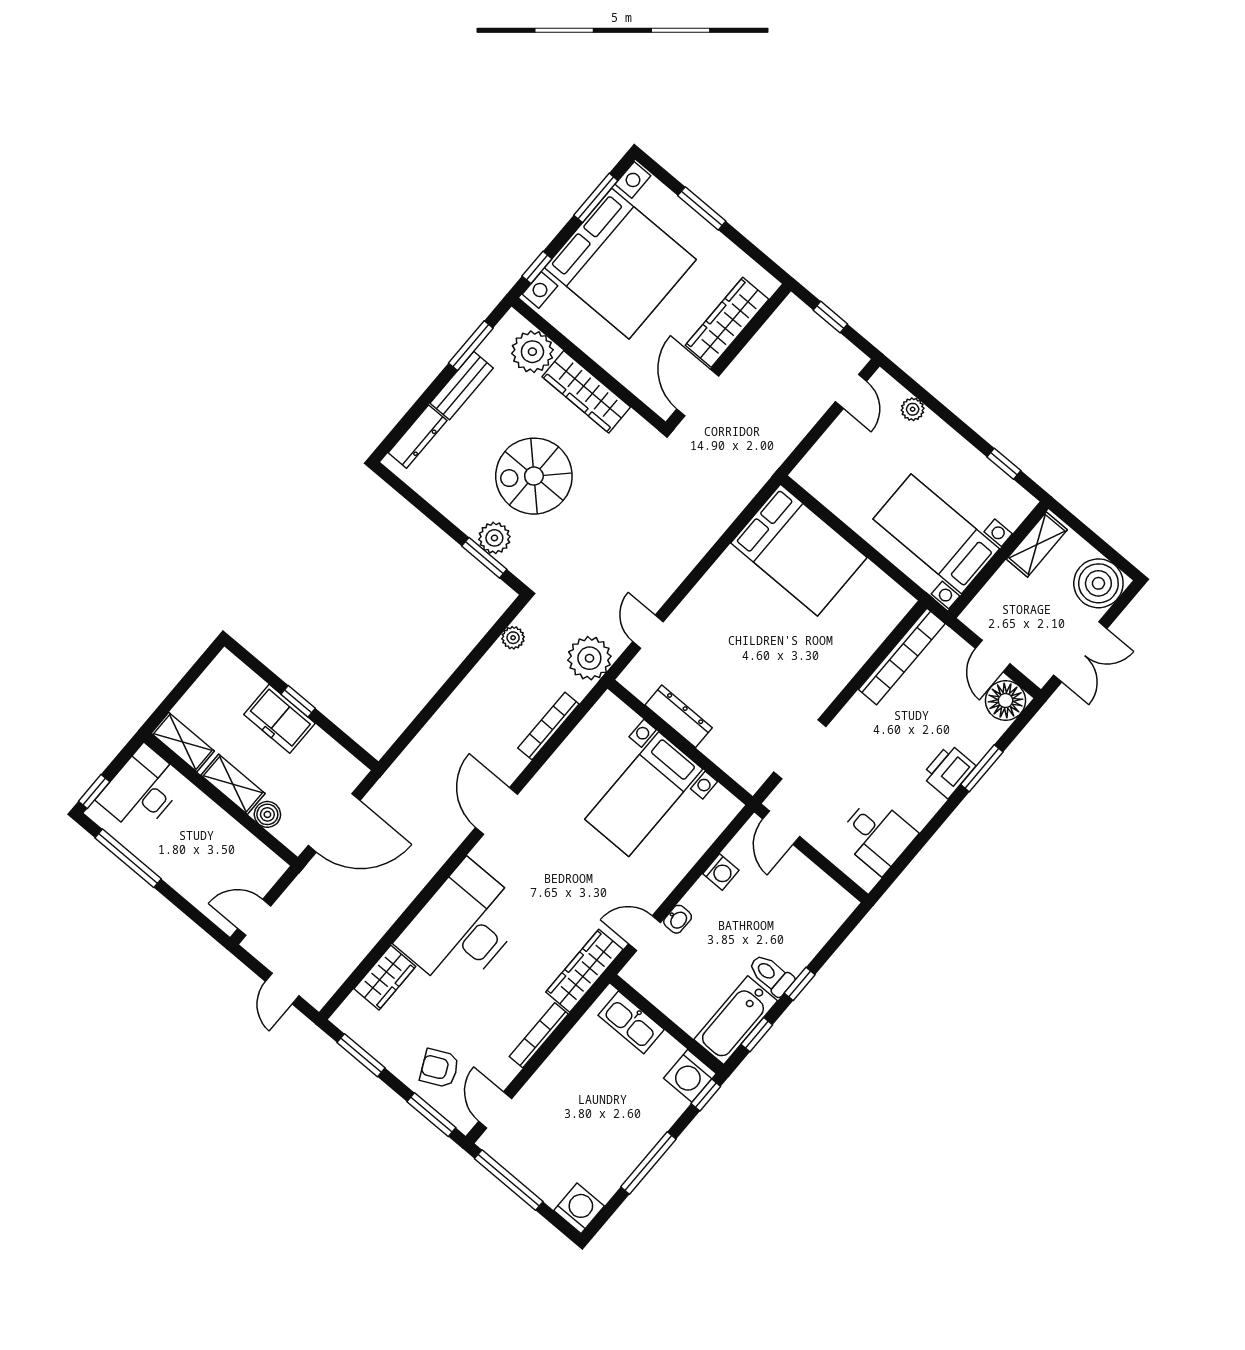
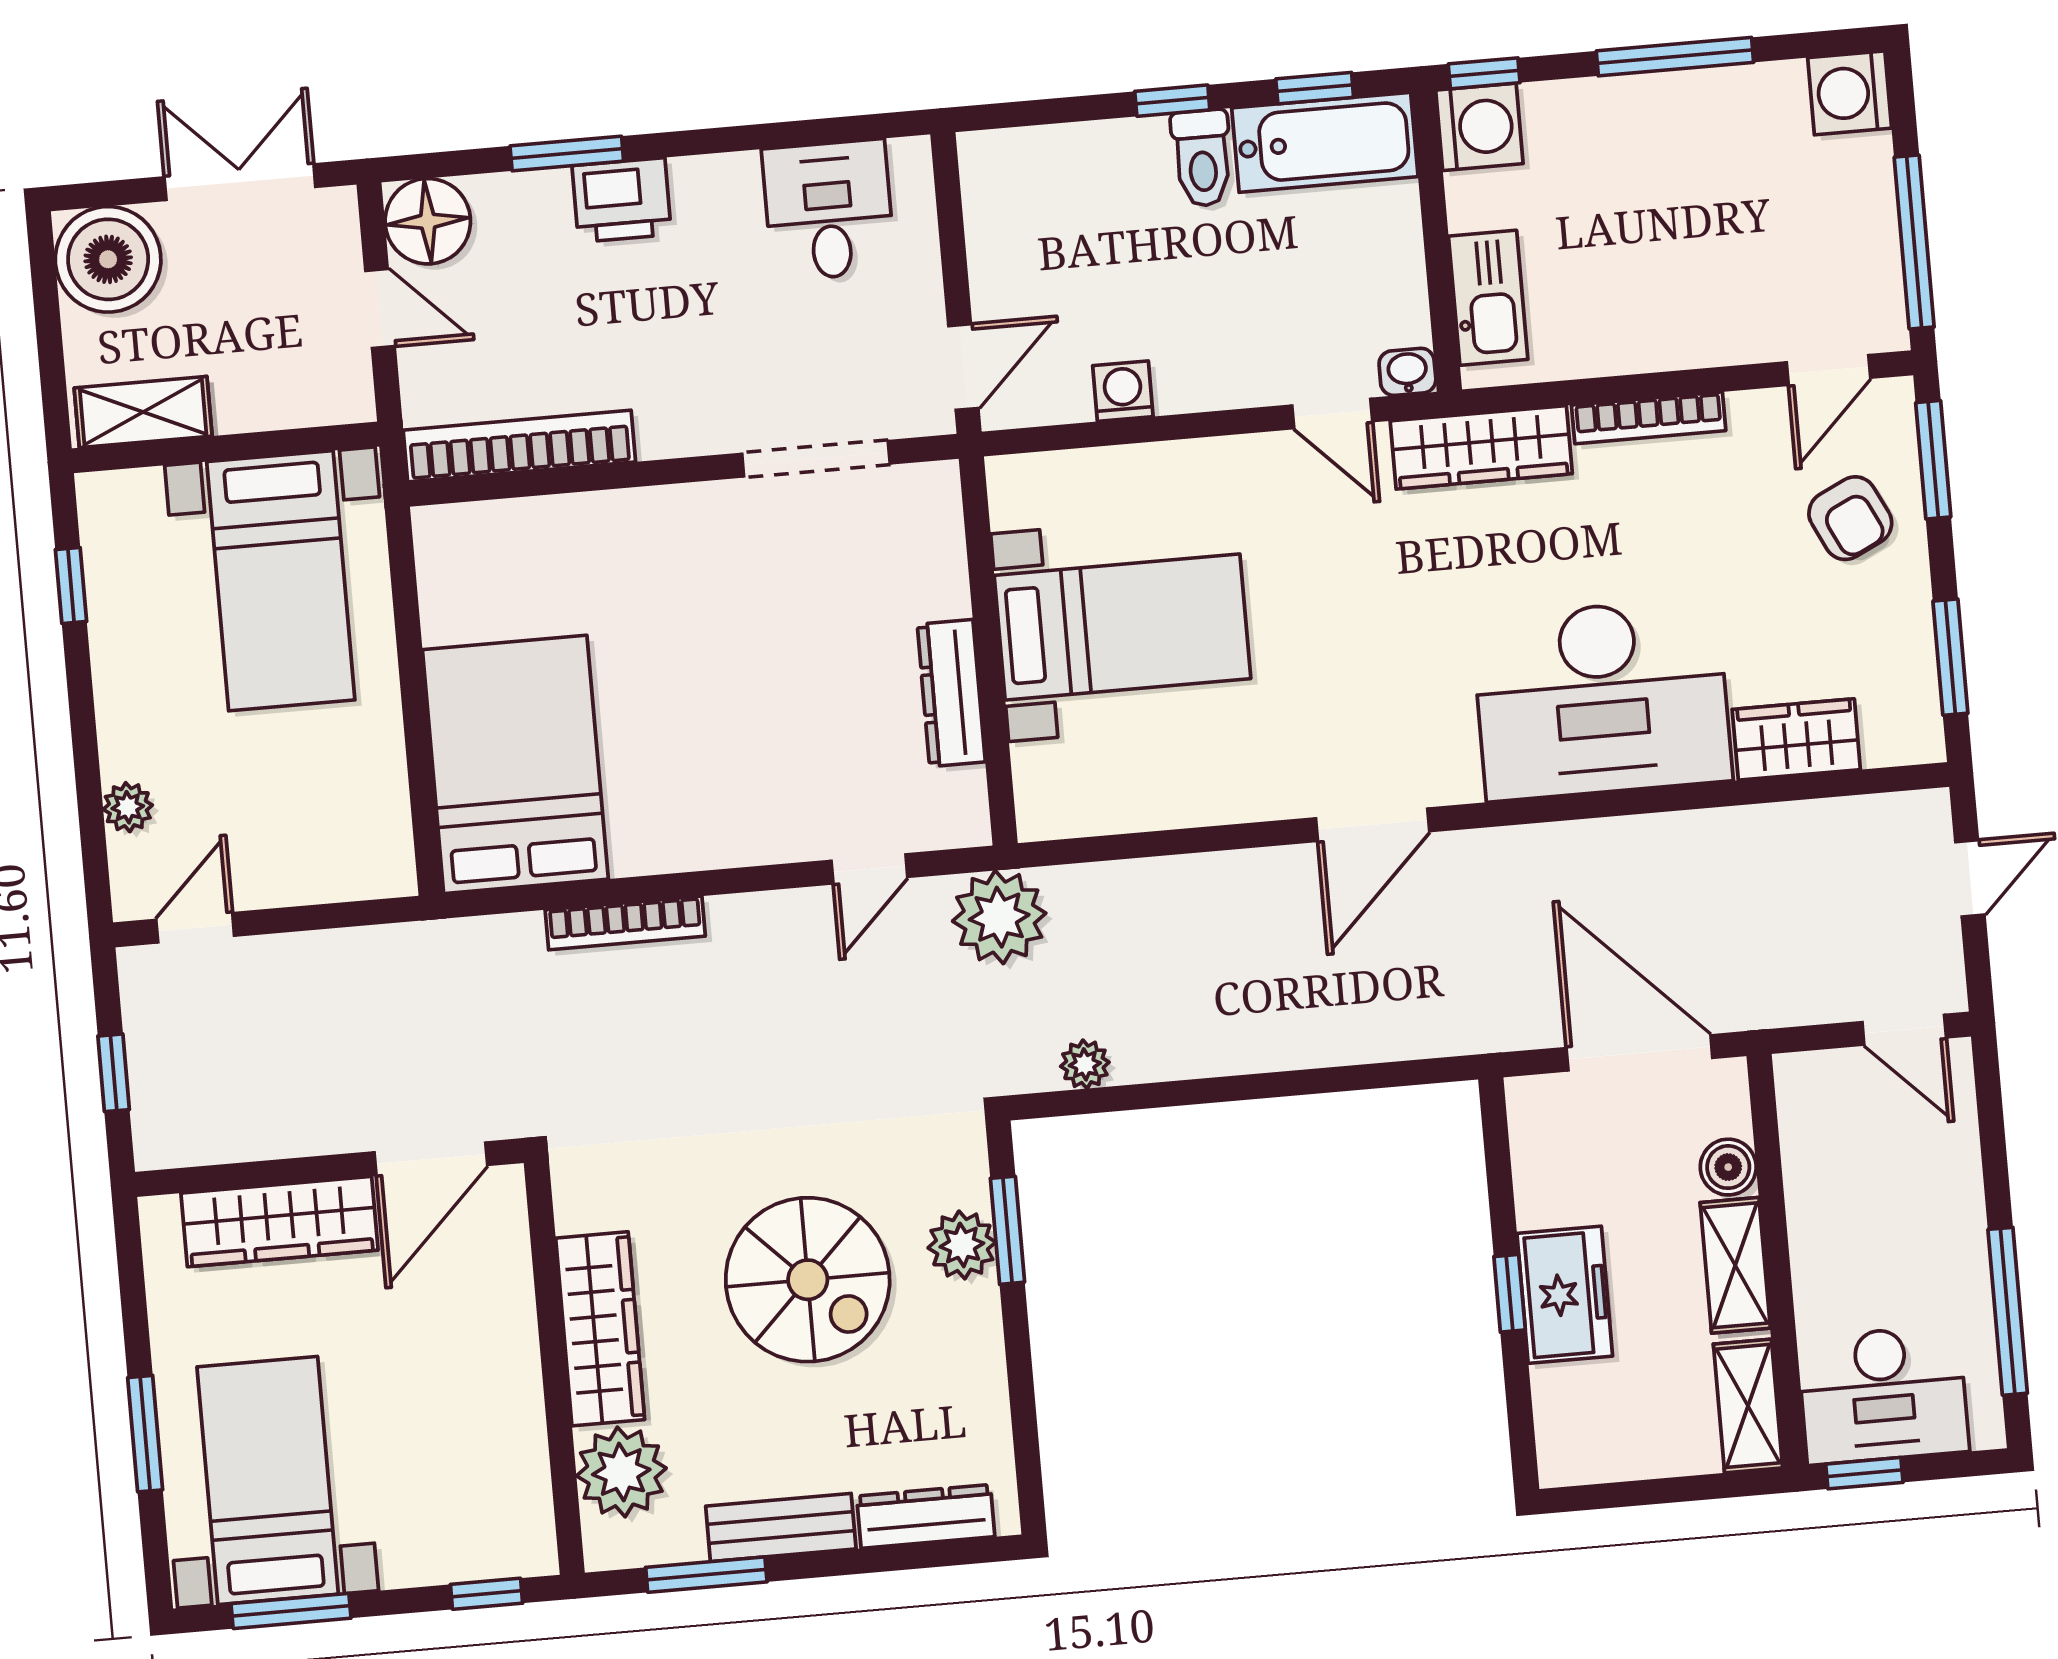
bed with nightstands: (620, 264) -> (268, 1480), width x0.54
door: (993, 656) -> (380, 308), hinge flipped
bookcase: (548, 726) -> (625, 923), moved
window: (94, 791) -> (1864, 1473), moved
washbasin: (678, 919) -> (1407, 372), moved

